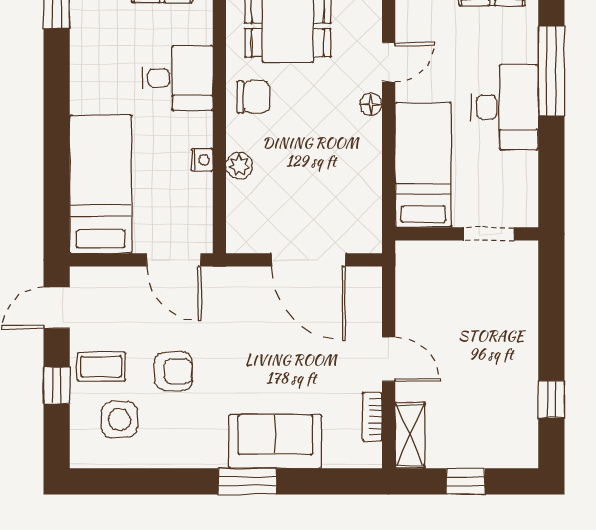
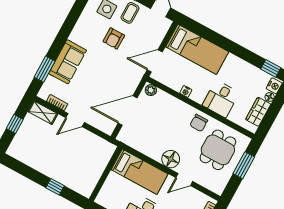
door: (389, 62) -> (184, 180), hinge flipped
floor lamp: (371, 104) -> (171, 159), width x1.89, depth x1.89
plant: (239, 166) -> (151, 90), moved
doorway: (488, 234) -> (101, 182), removed
window: (551, 399) -> (55, 187), moved
window: (247, 481) -> (45, 69), moved

